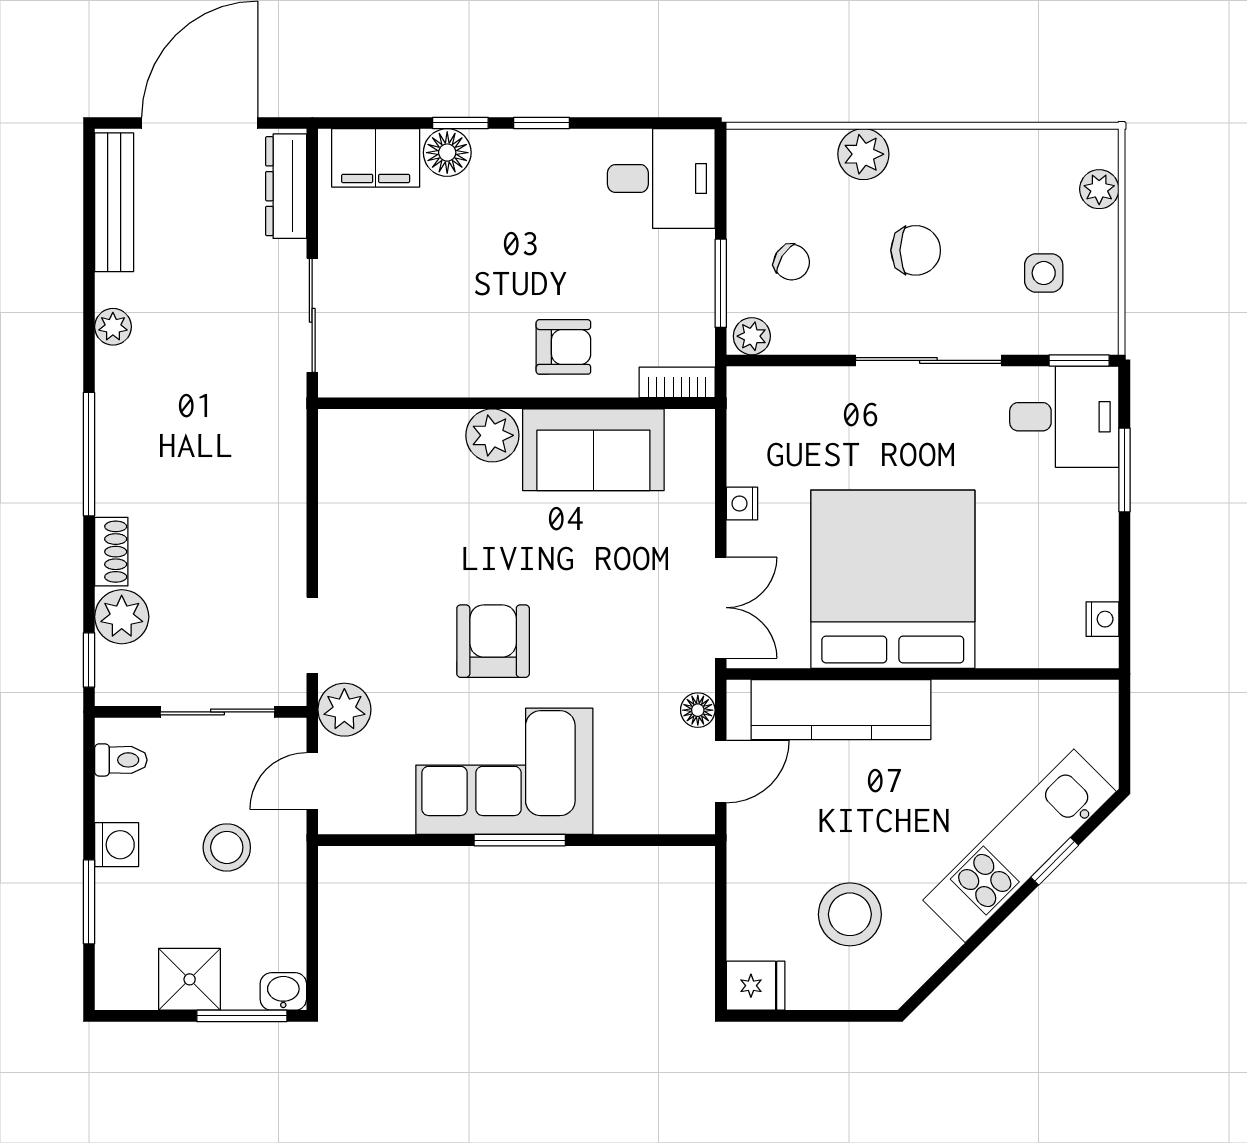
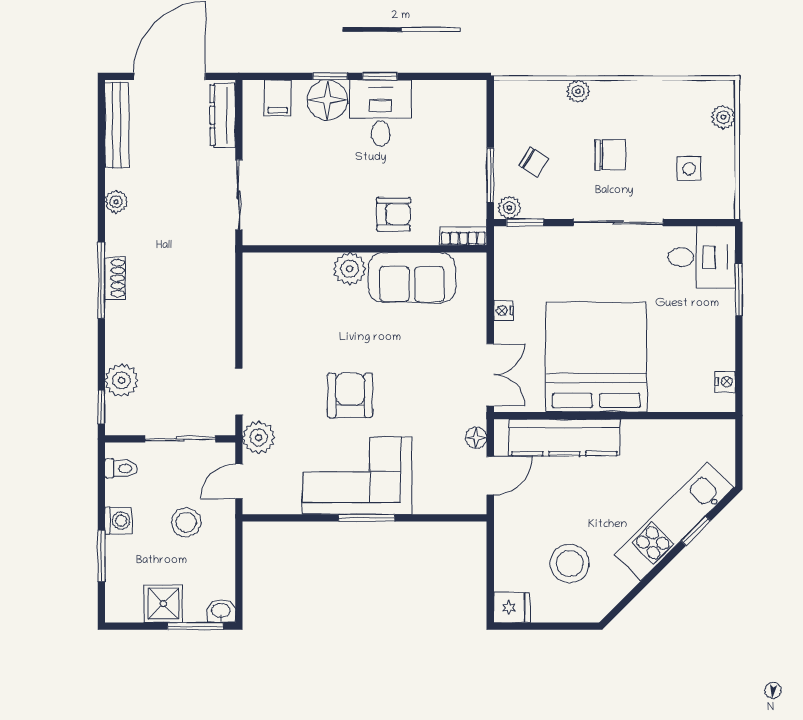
floor lamp: (447, 153) -> (327, 100), width x1.38, depth x1.38
plant: (863, 154) -> (578, 91), width x0.73, depth x0.73
filing cabinet: (376, 158) -> (278, 98), width x0.50
desk: (661, 179) -> (381, 113), moved, turned -90
window: (1079, 360) -> (525, 223), moved
shoe rack: (111, 552) -> (115, 278), moved

